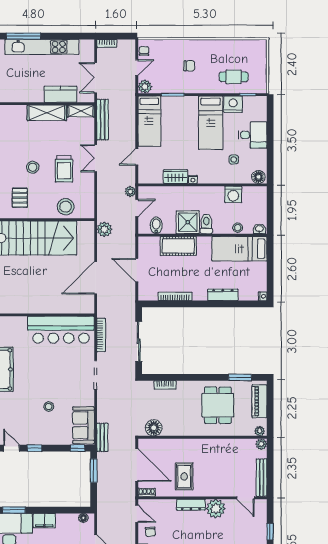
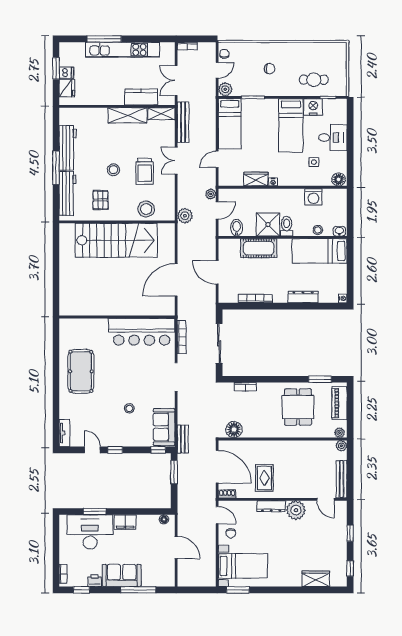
plant: (104, 229) -> (185, 216), moved

